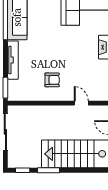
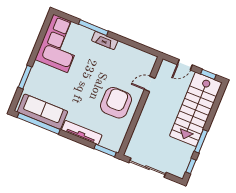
armchair: (52, 80) -> (116, 103), width x1.88, depth x1.88

